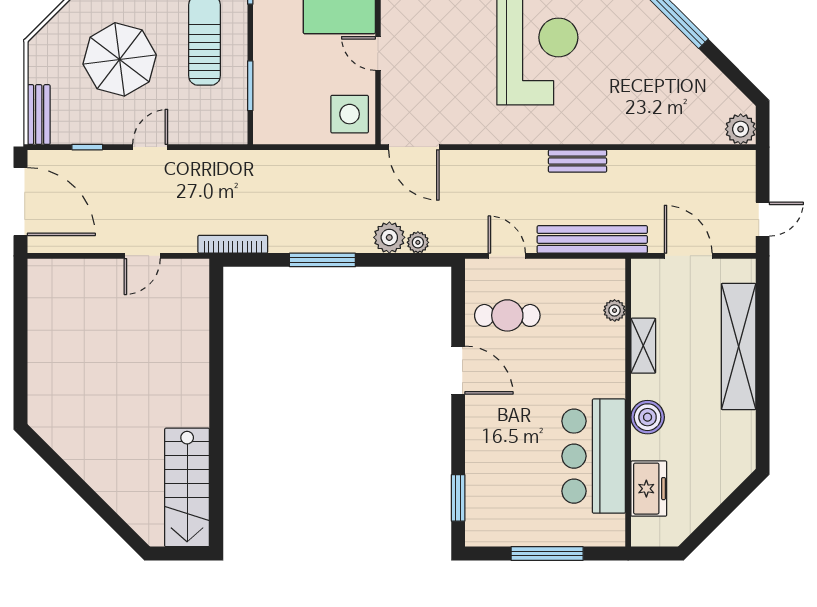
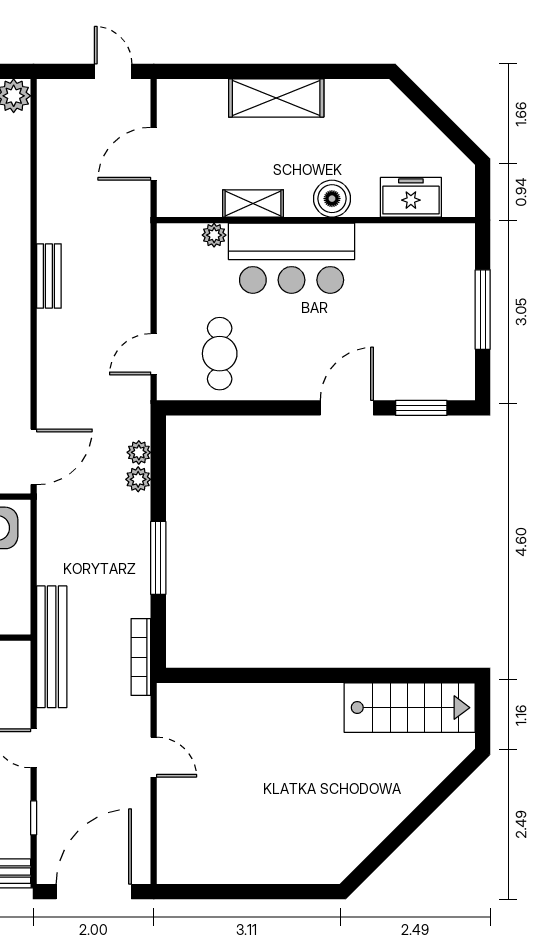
plant: (389, 237) -> (138, 479), width x0.73, depth x0.73
bench: (592, 239) -> (52, 647), moved
shelving: (739, 347) -> (276, 98), width x0.68
door: (458, 370) -> (347, 408), moved
bar counter: (594, 456) -> (292, 258), moved

